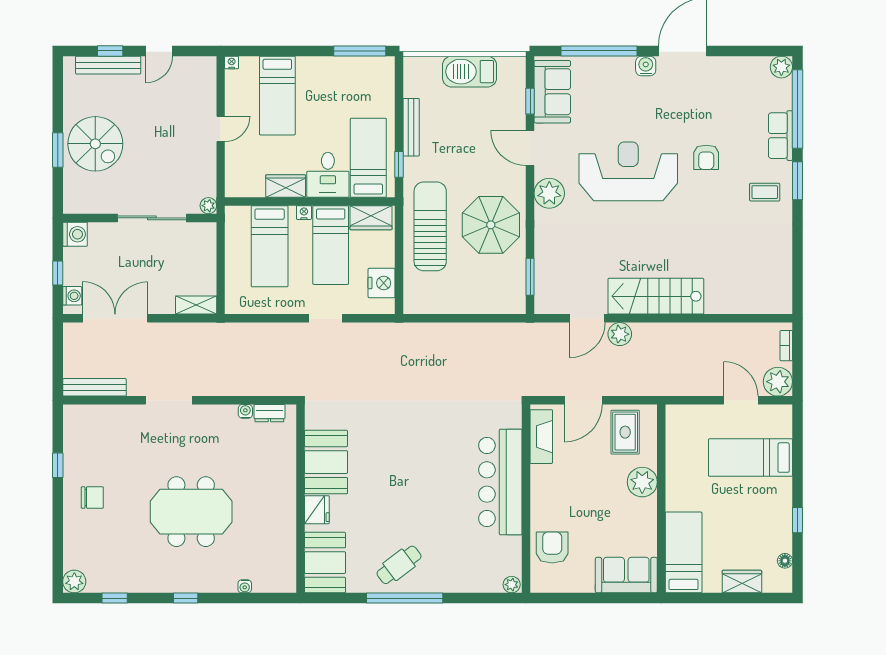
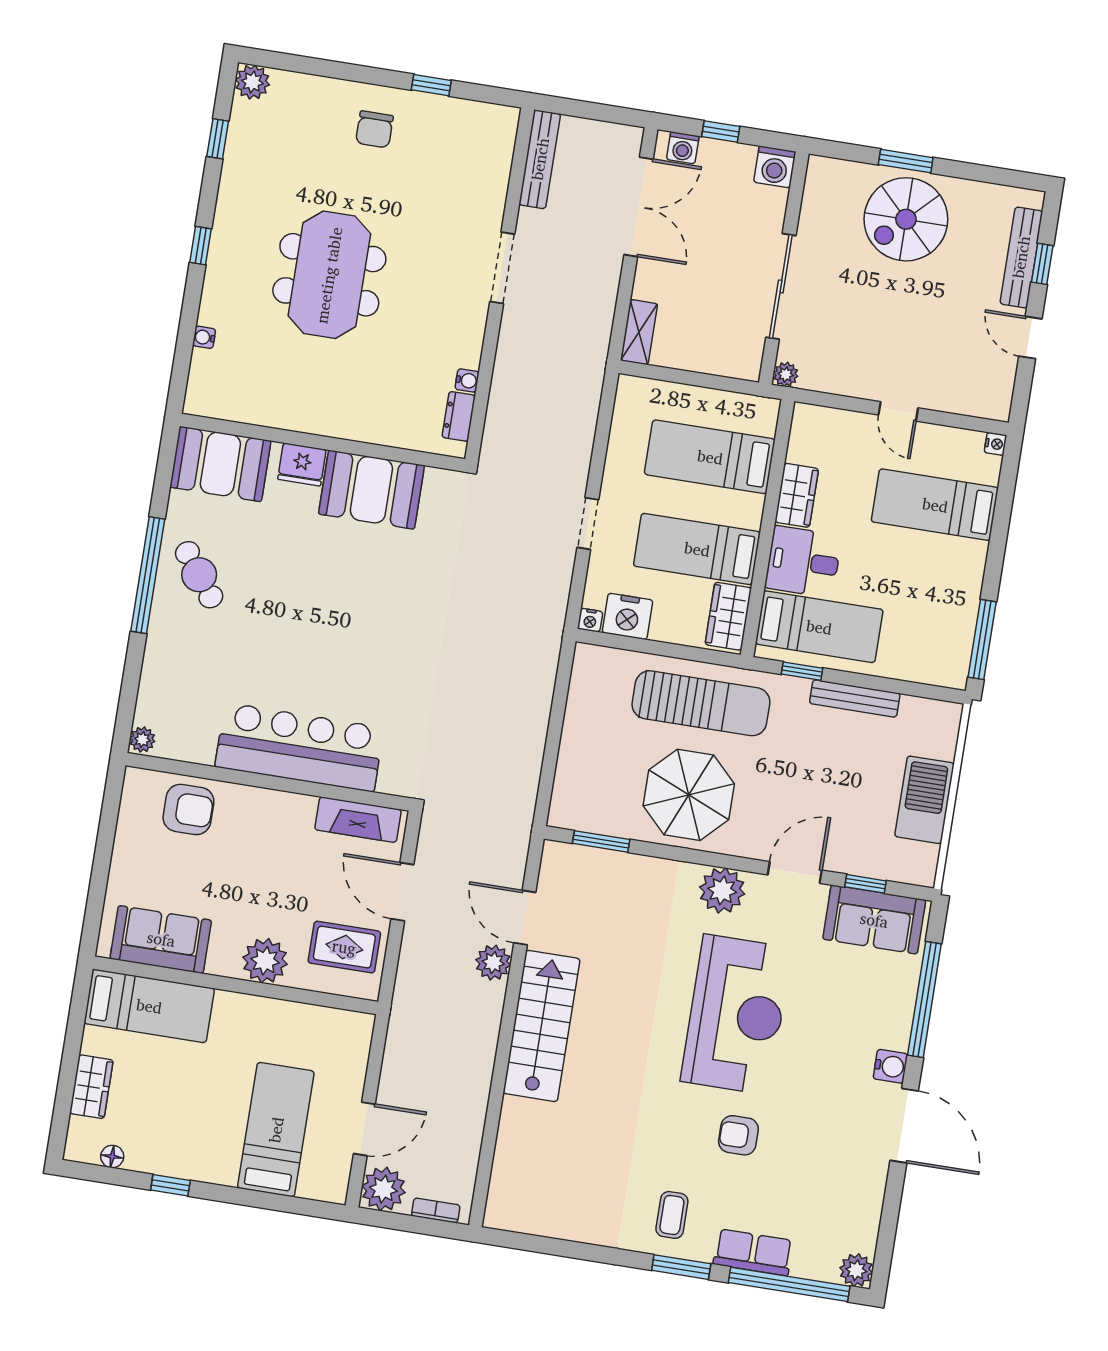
nightstand: (304, 213) -> (590, 620), moved, turned 90
sofa: (626, 575) -> (161, 939), moved, turned -90

